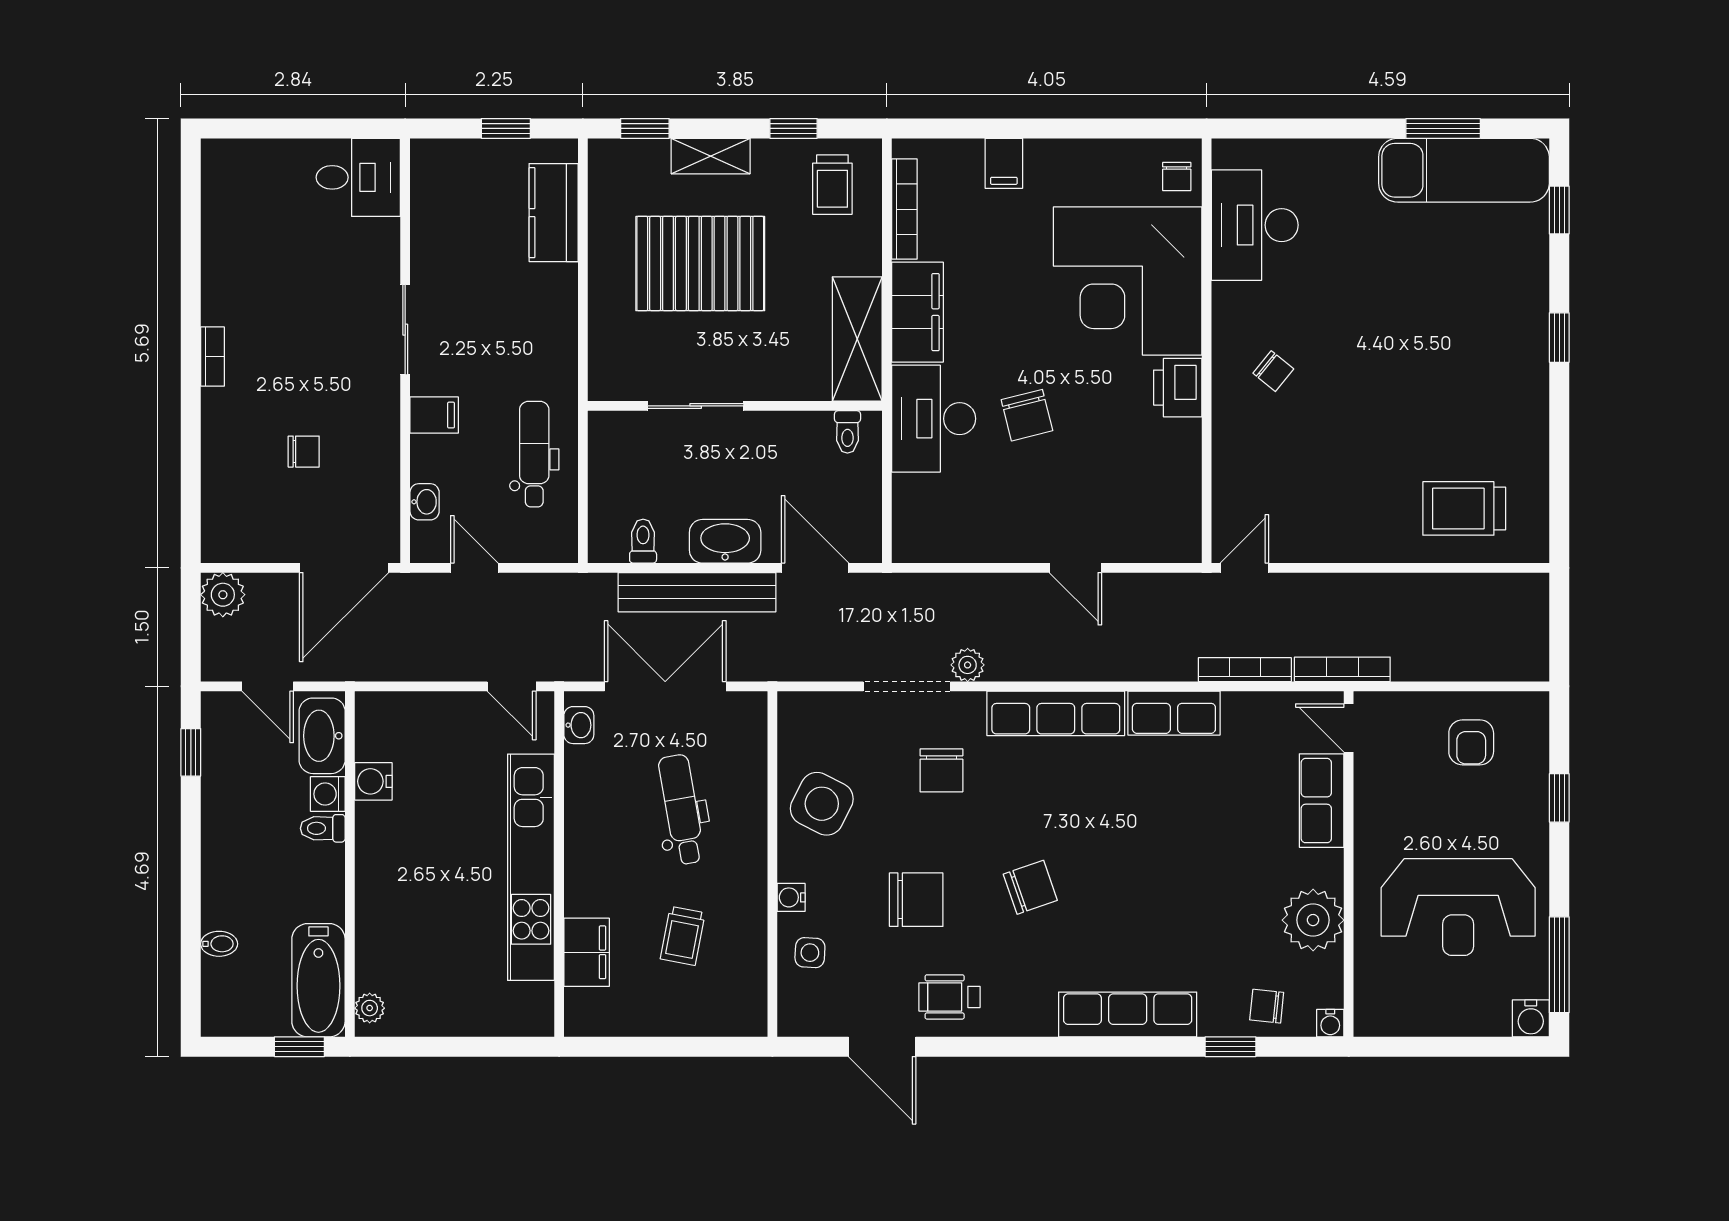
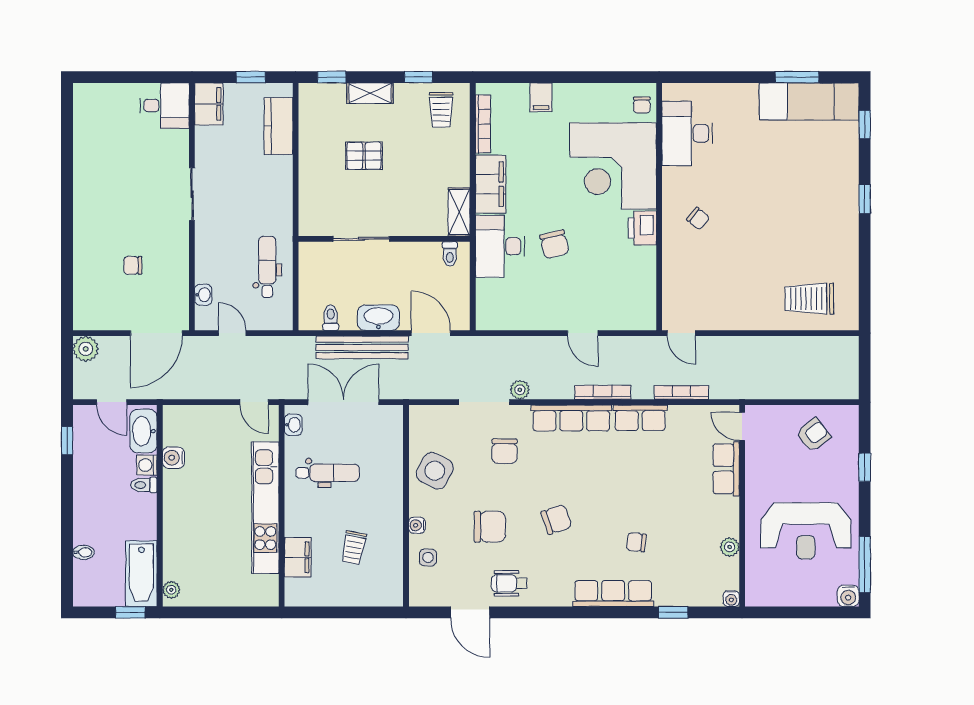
pallet: (700, 264) -> (364, 156), width x0.49, depth x0.50
shelving: (857, 339) -> (459, 212), width x0.67, depth x0.75
bookcase: (213, 357) -> (80, 210), removed
filing cabinet: (434, 415) -> (209, 104), moved, width x2.00
chair: (304, 452) -> (133, 265), turned 180
door: (1244, 568) -> (681, 333), swing flipped
bookcase: (1342, 669) -> (603, 392), moved
armchair: (1471, 742) -> (813, 435), turned -128
dental chair: (682, 810) -> (328, 473), moved, turned 100
plant: (1313, 920) -> (730, 547), width x0.53, depth x0.53
chair: (1267, 1006) -> (636, 542), moved

